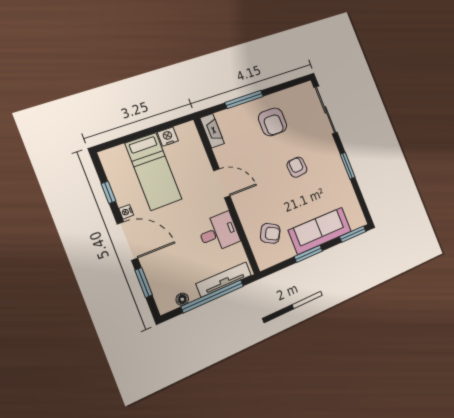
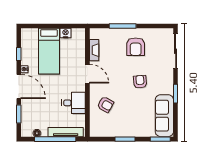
fireplace: (212, 131) -> (94, 50), moved
sofa: (320, 231) -> (164, 116), moved, turned -90
armchair: (270, 233) -> (105, 105), moved

